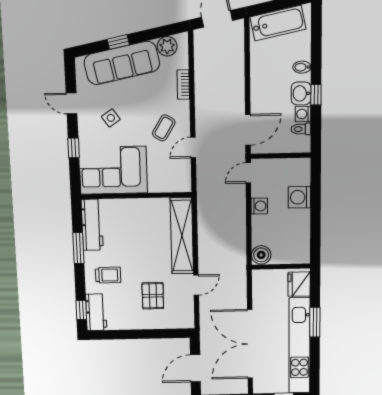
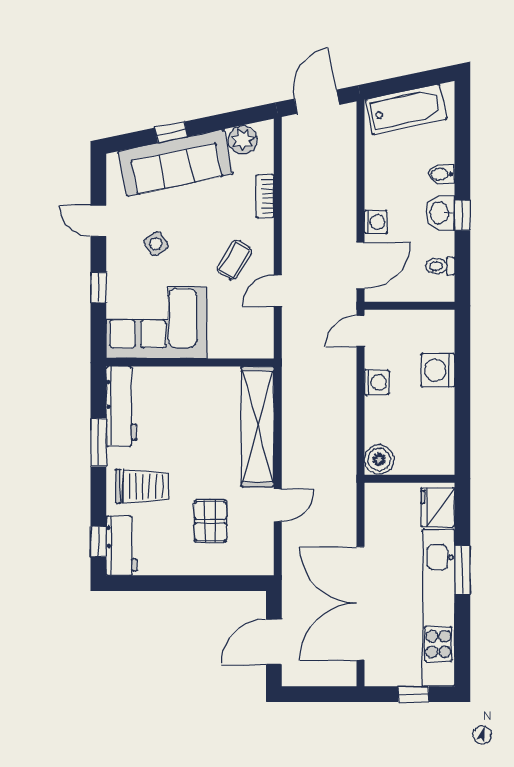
washing machine: (303, 114) -> (376, 222), moved, turned 180
trolley: (108, 275) -> (142, 486), width x1.36, depth x1.39

